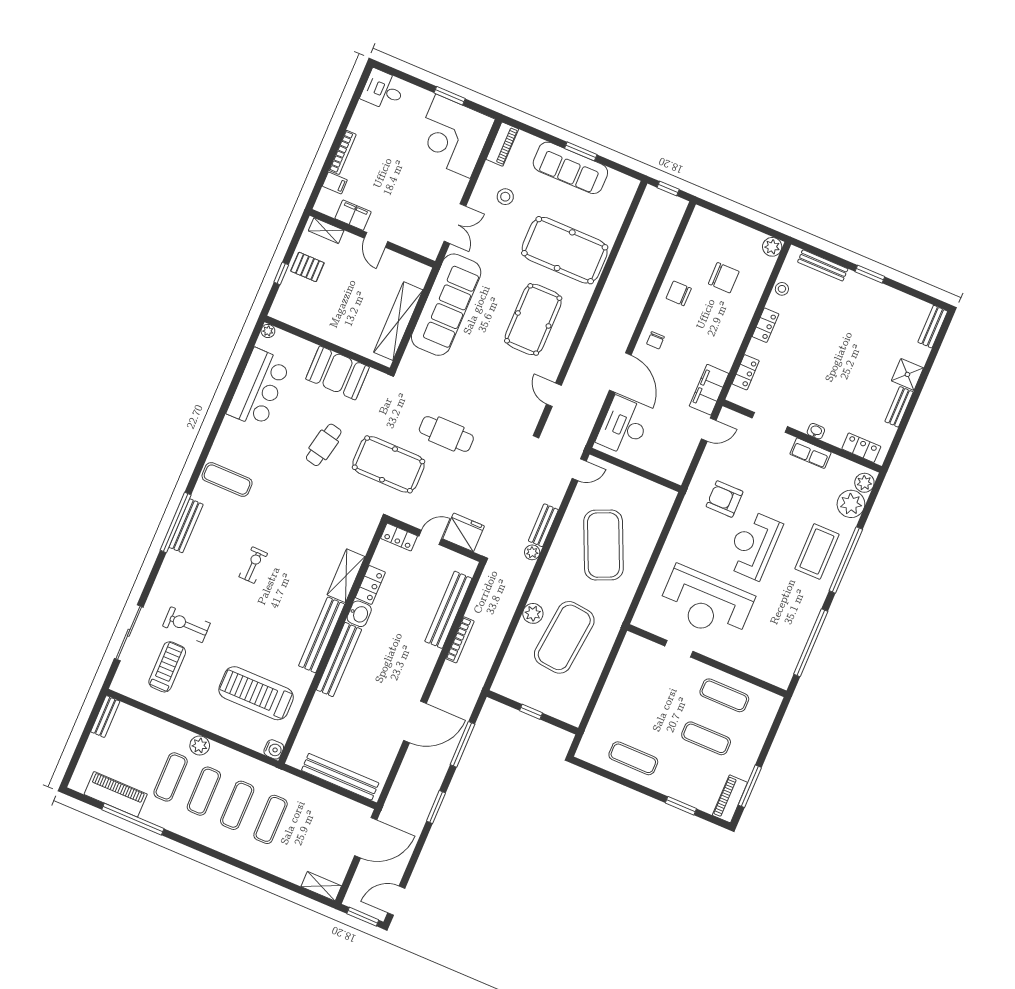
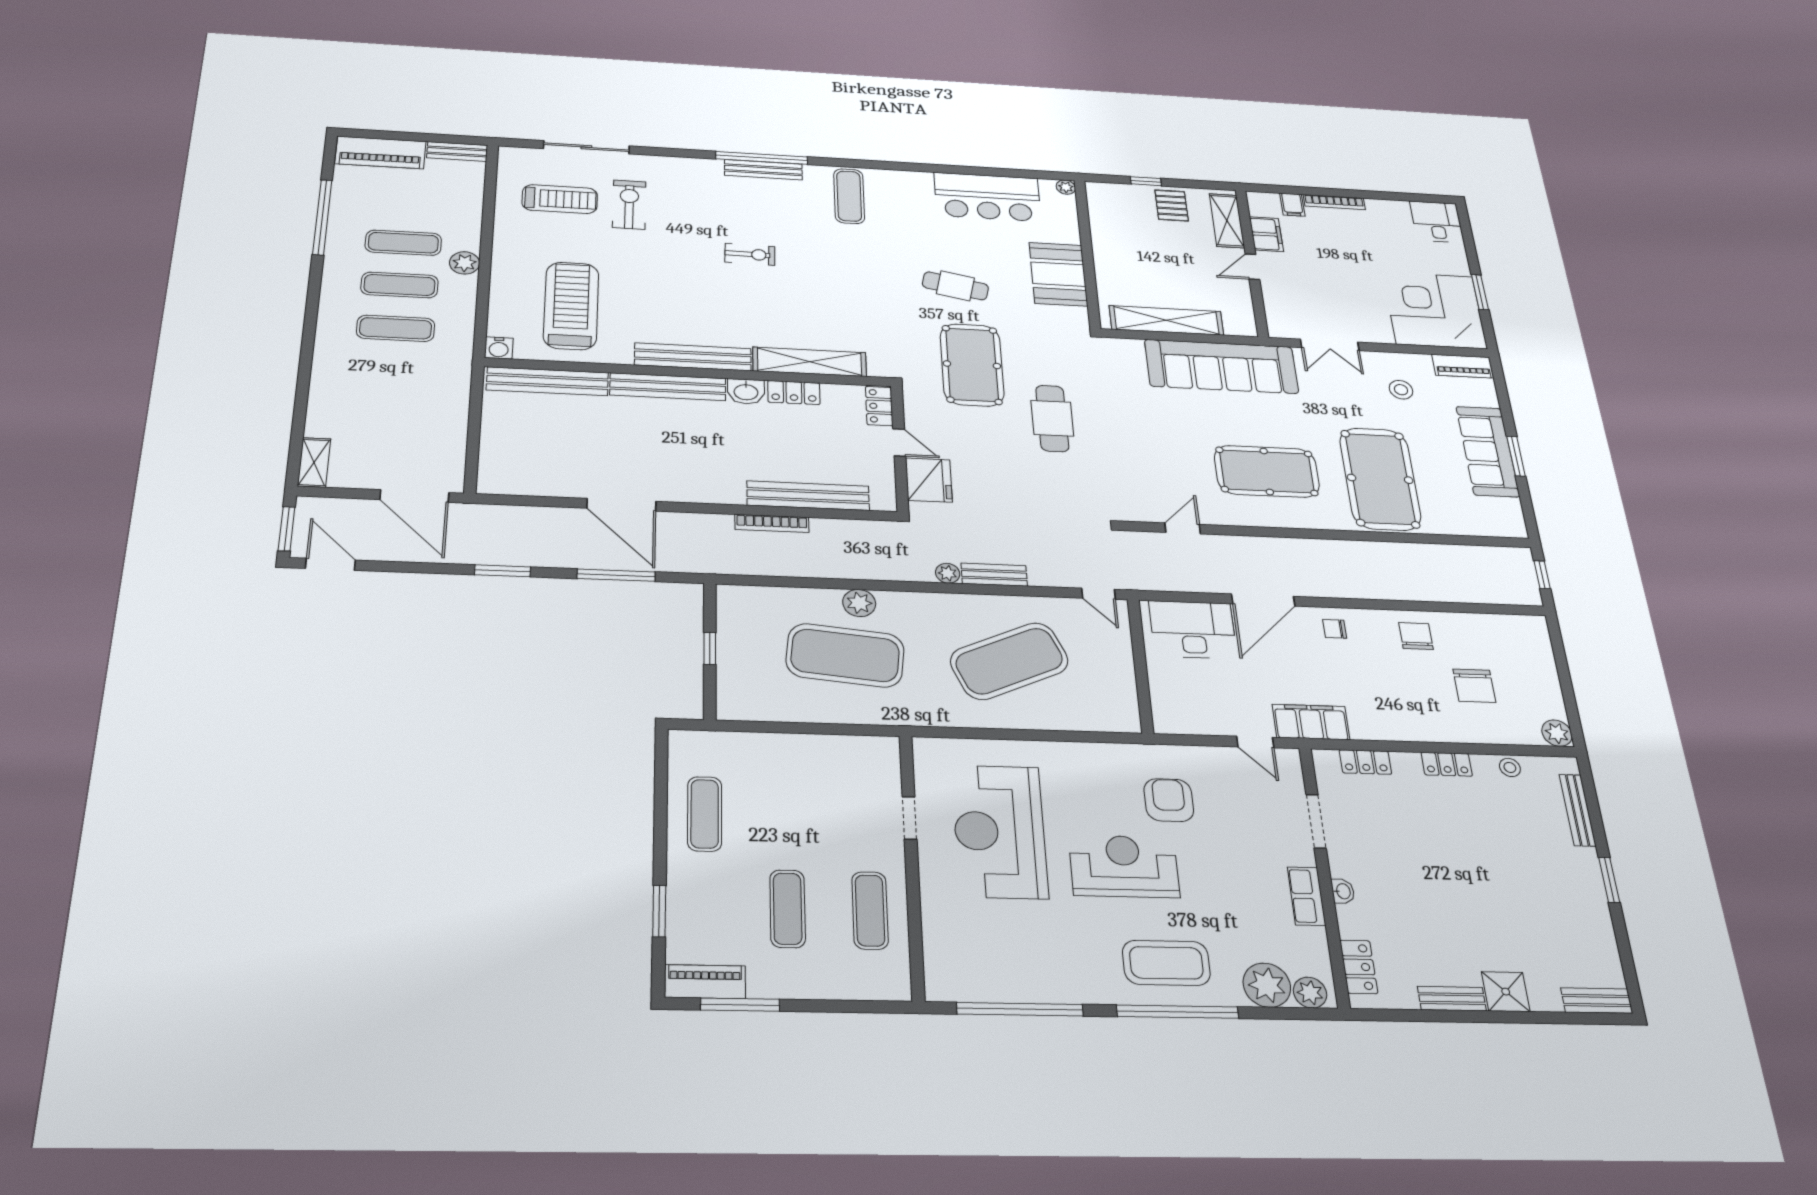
shelving: (326, 231) -> (1227, 221), width x1.50, depth x1.33
shelving: (346, 576) -> (810, 362), width x1.47
bench: (340, 777) -> (548, 381), moved, turned 90
piano: (116, 794) -> (381, 152), moved, turned 90
exercise mat: (271, 819) -> (392, 373), removed

